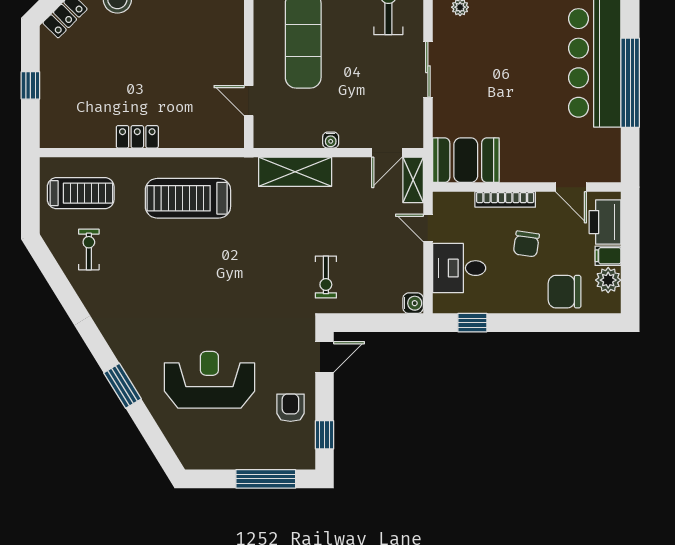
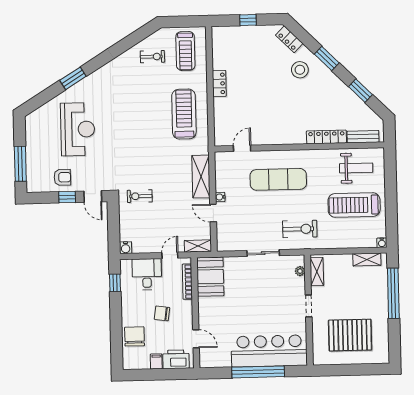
door: (387, 153) -> (213, 213), moved
door: (571, 187) -> (196, 339), swing flipped
bookcase: (505, 199) -> (187, 282), moved
plant: (608, 280) -> (142, 362), removed
window: (325, 435) -> (67, 197), moved

